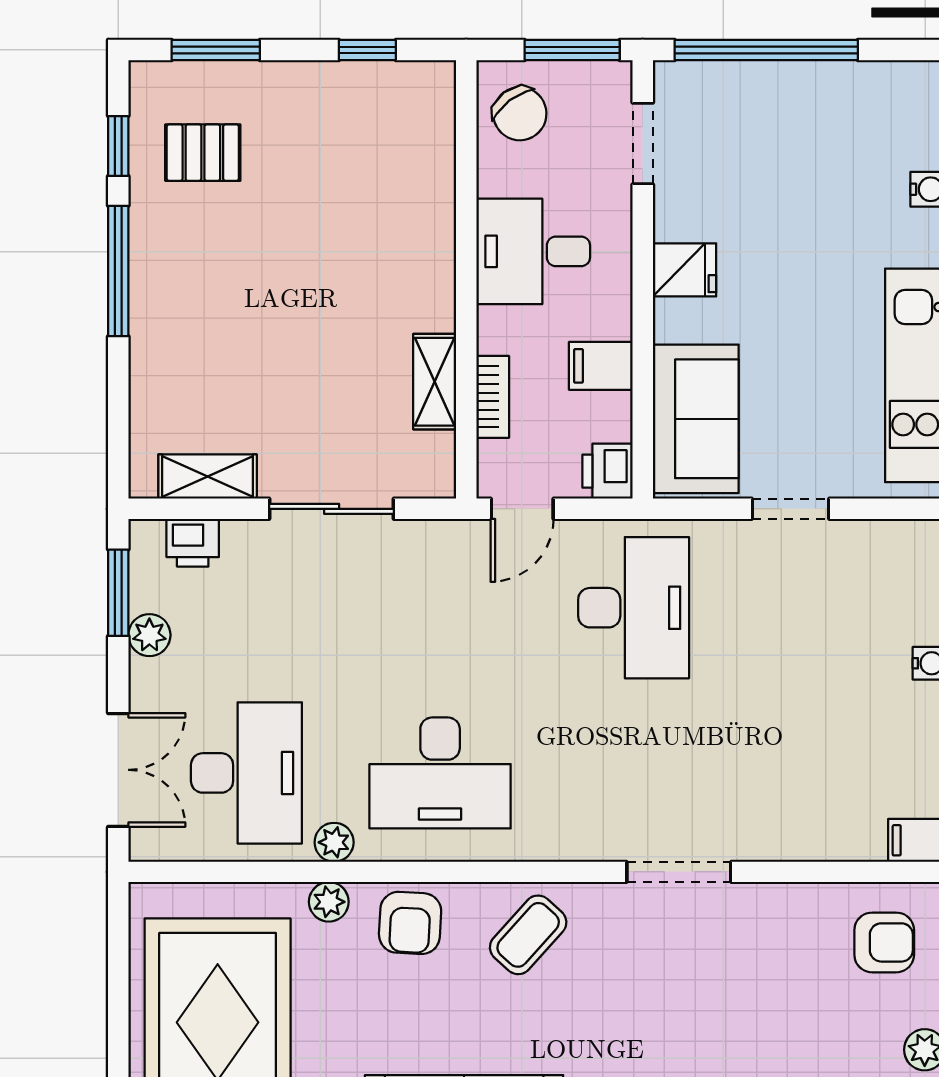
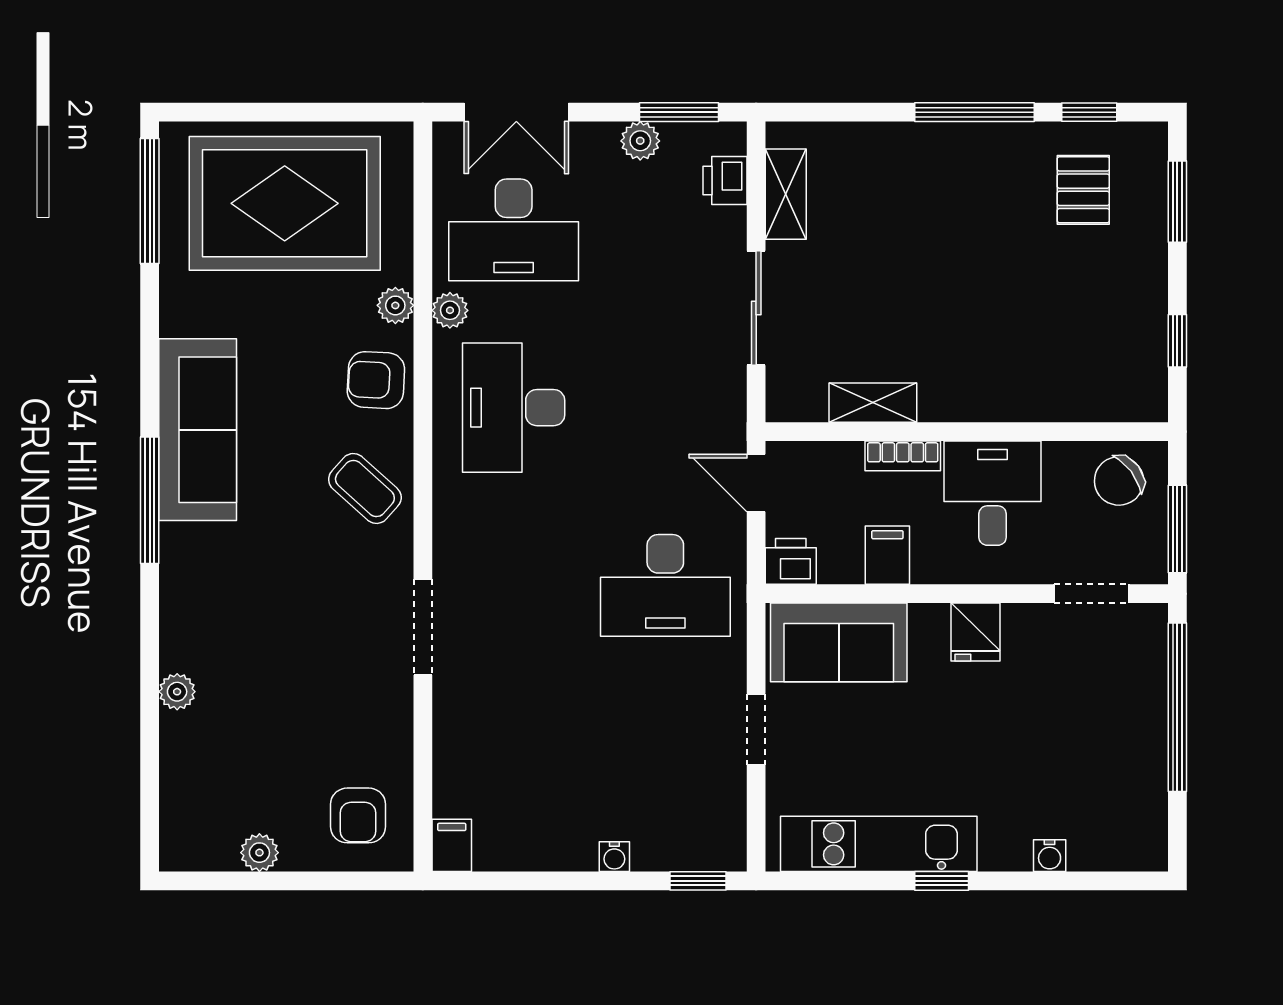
bookcase: (493, 397) -> (903, 456), moved

